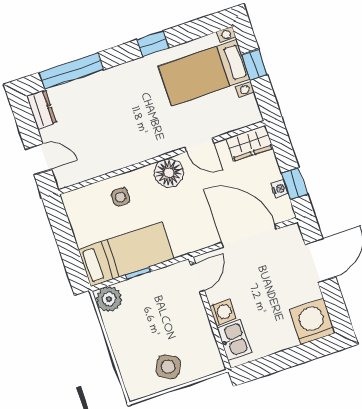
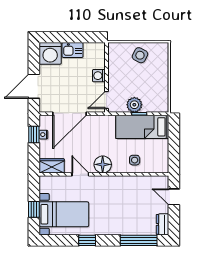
door: (249, 236) -> (69, 114), hinge flipped
plant: (109, 299) -> (134, 105), moved
kitchen sink: (234, 340) -> (73, 50), moved, turned -90

